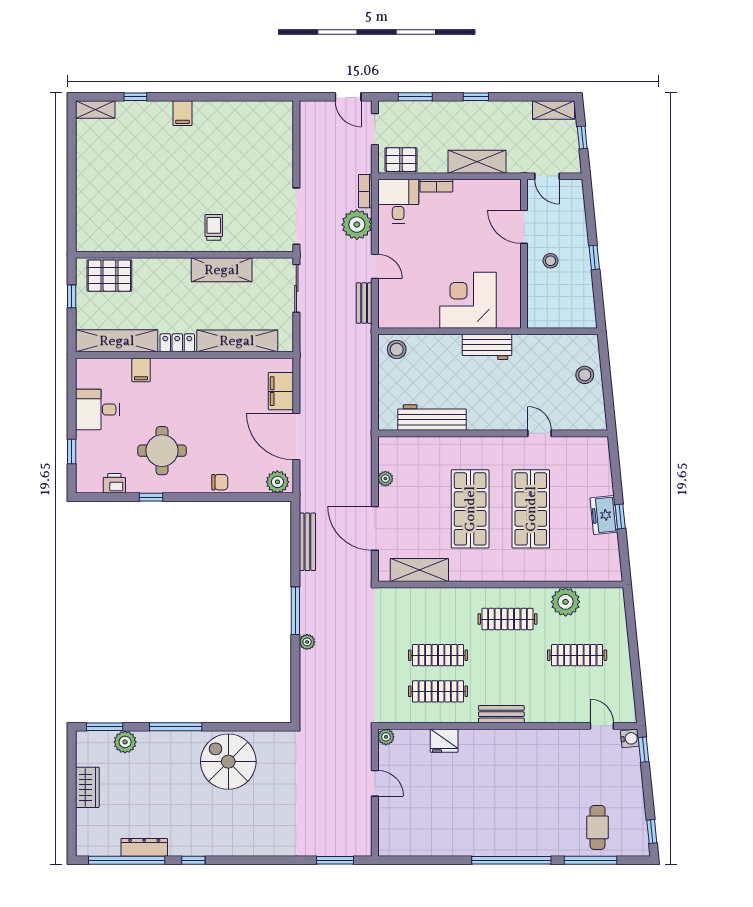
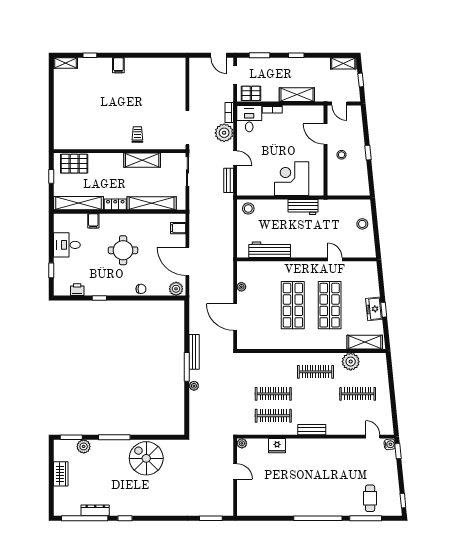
filing cabinet: (281, 391) -> (178, 228), width x0.50
round table: (162, 451) -> (123, 250), moved
bench: (307, 542) -> (194, 352), moved
shelving: (419, 570) -> (365, 342), moved

